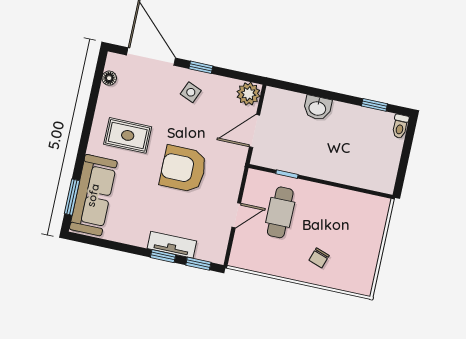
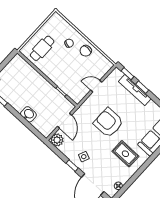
door: (255, 131) -> (64, 121), hinge flipped
armchair: (183, 169) -> (108, 123), turned 180
cafe table: (280, 212) -> (42, 48), moved
tv unit: (172, 245) -> (135, 90), width x1.41
chair: (286, 261) -> (86, 51), added

